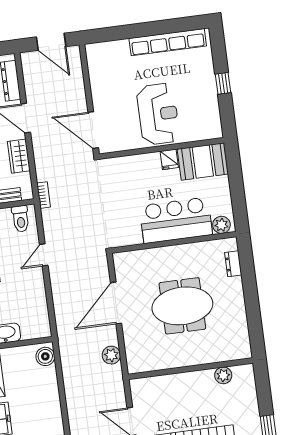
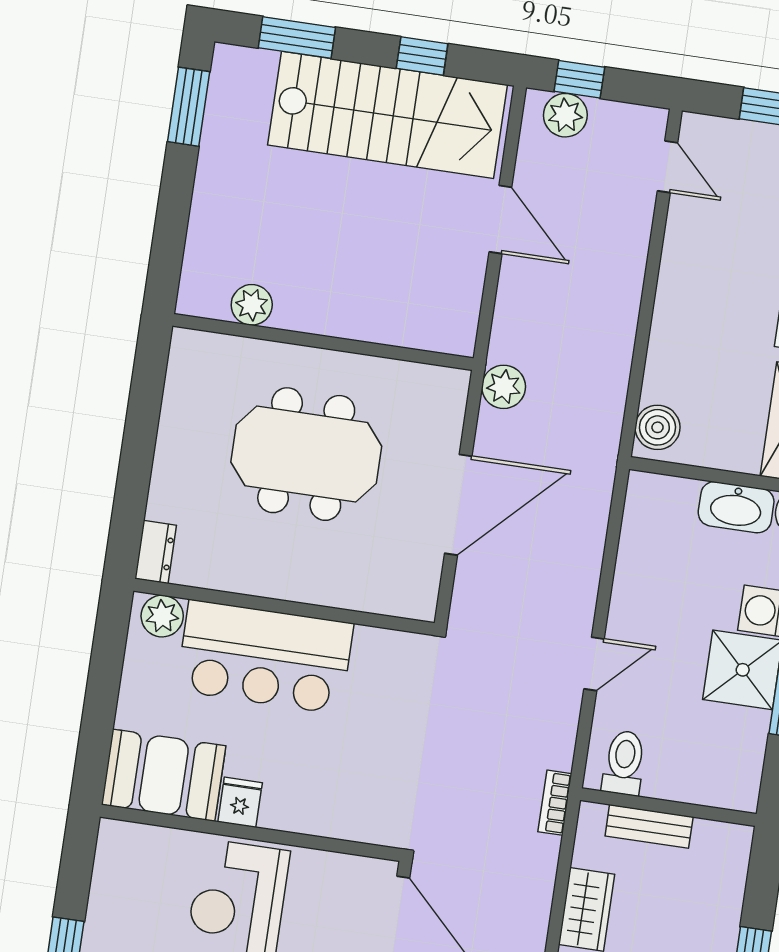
dresser: (233, 264) -> (156, 552), moved
wall: (191, 369) -> (323, 342), moved
plant: (223, 375) -> (252, 305), moved

